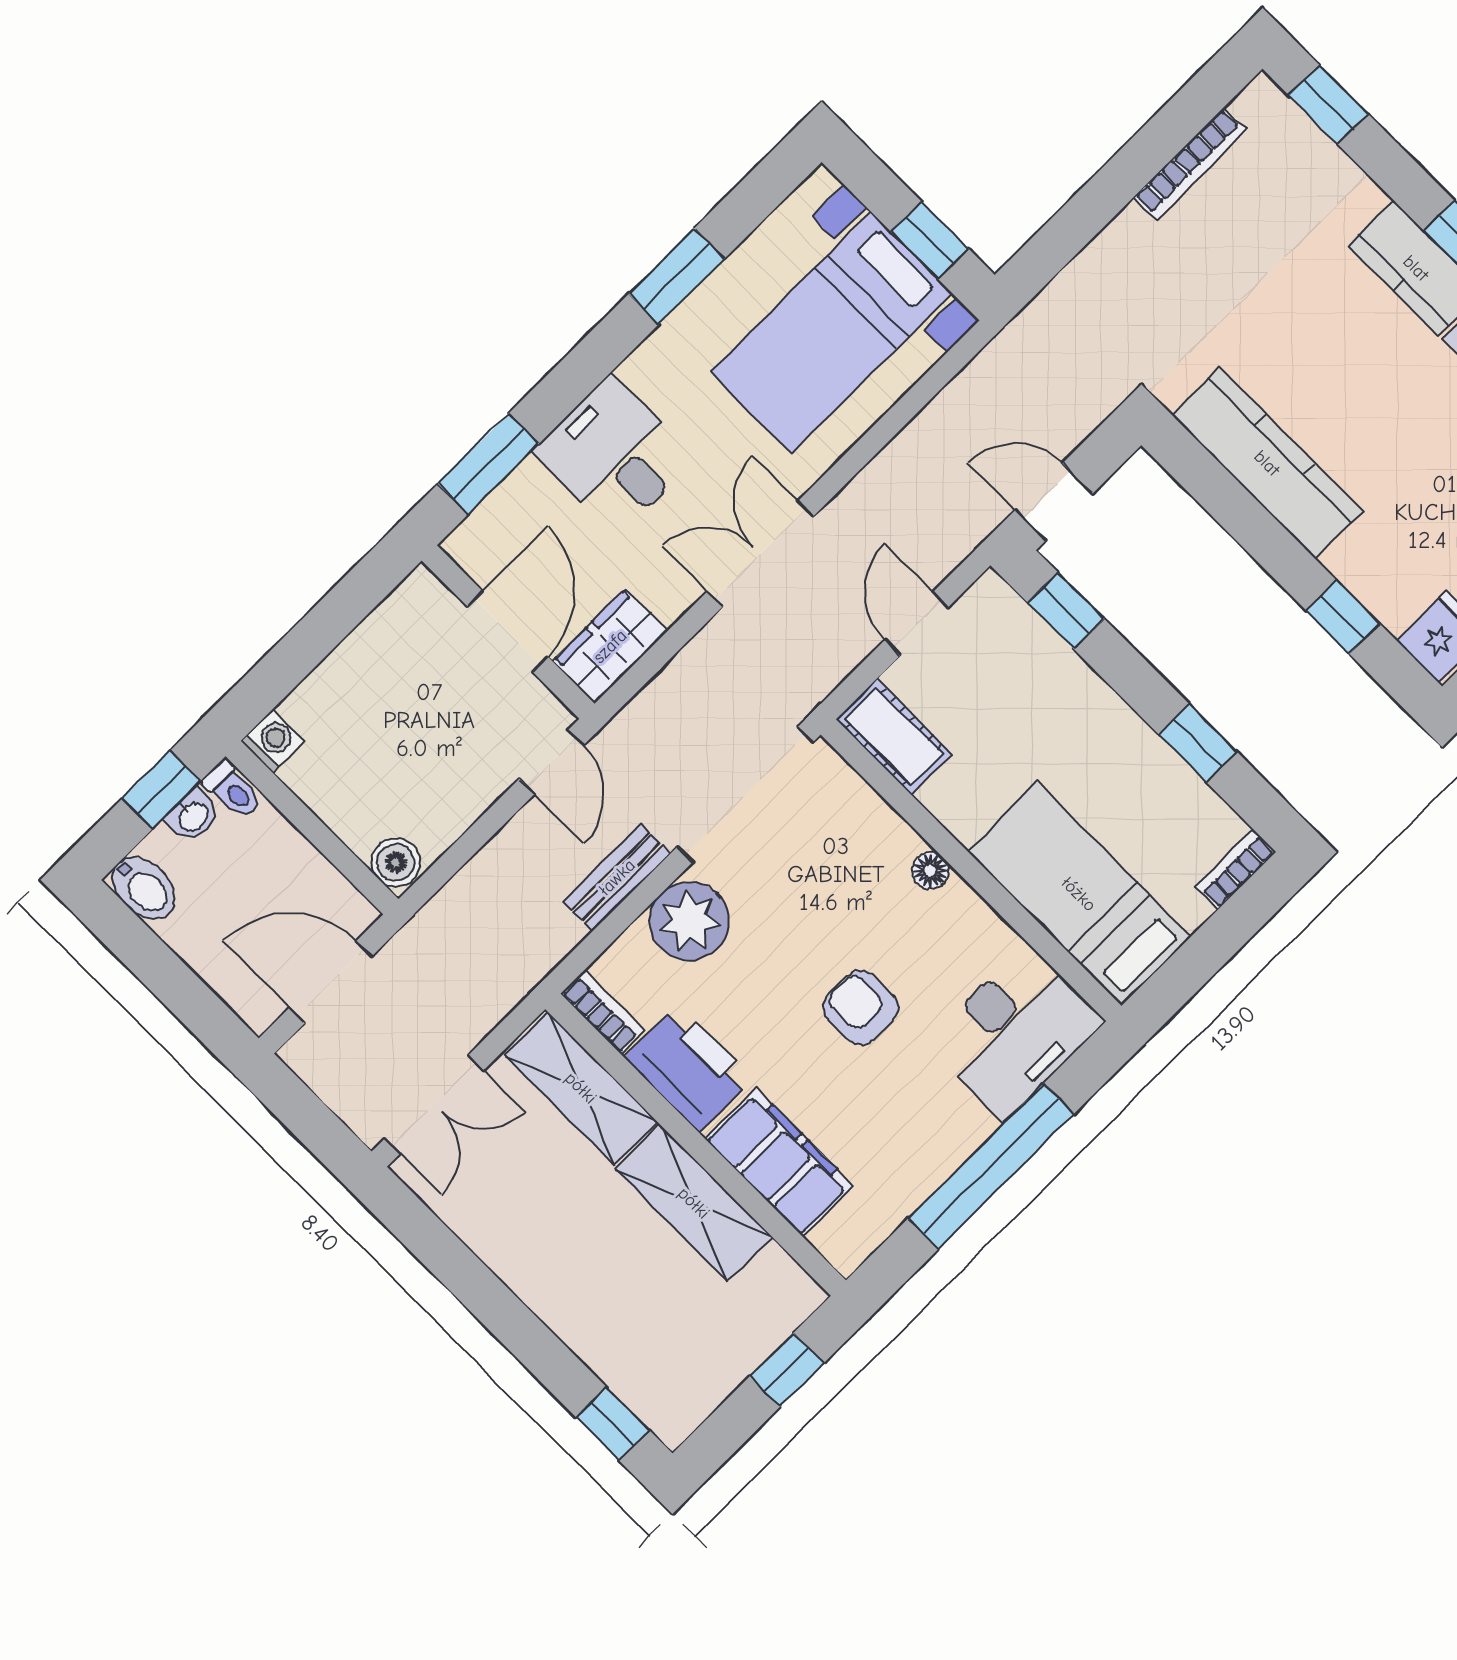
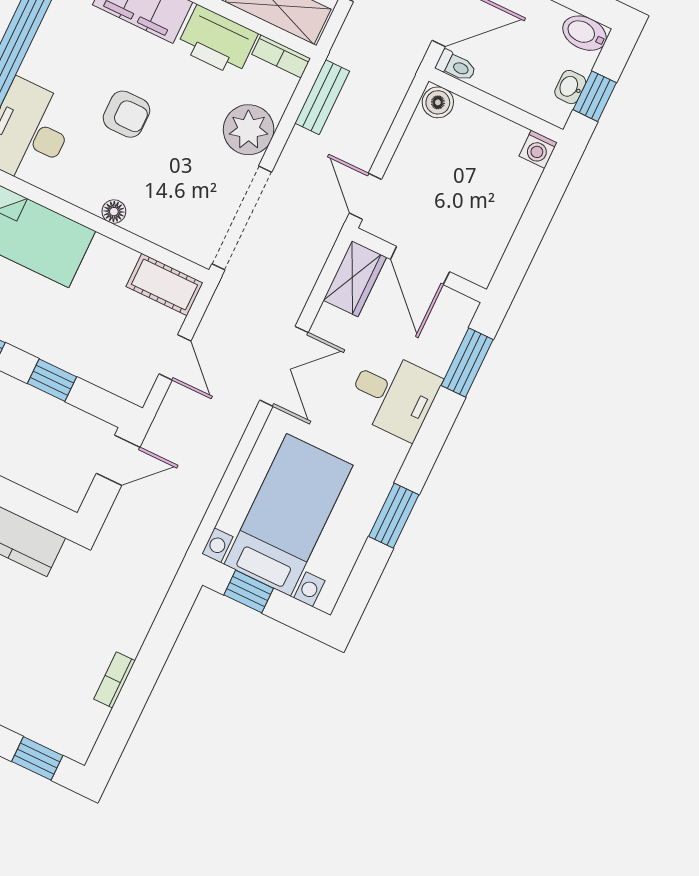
bookcase: (1190, 164) -> (115, 680), width x0.64
window: (1066, 611) -> (52, 380), moved
toilet: (232, 790) -> (456, 66), moved, turned 180
bench: (617, 877) -> (322, 97), moved

